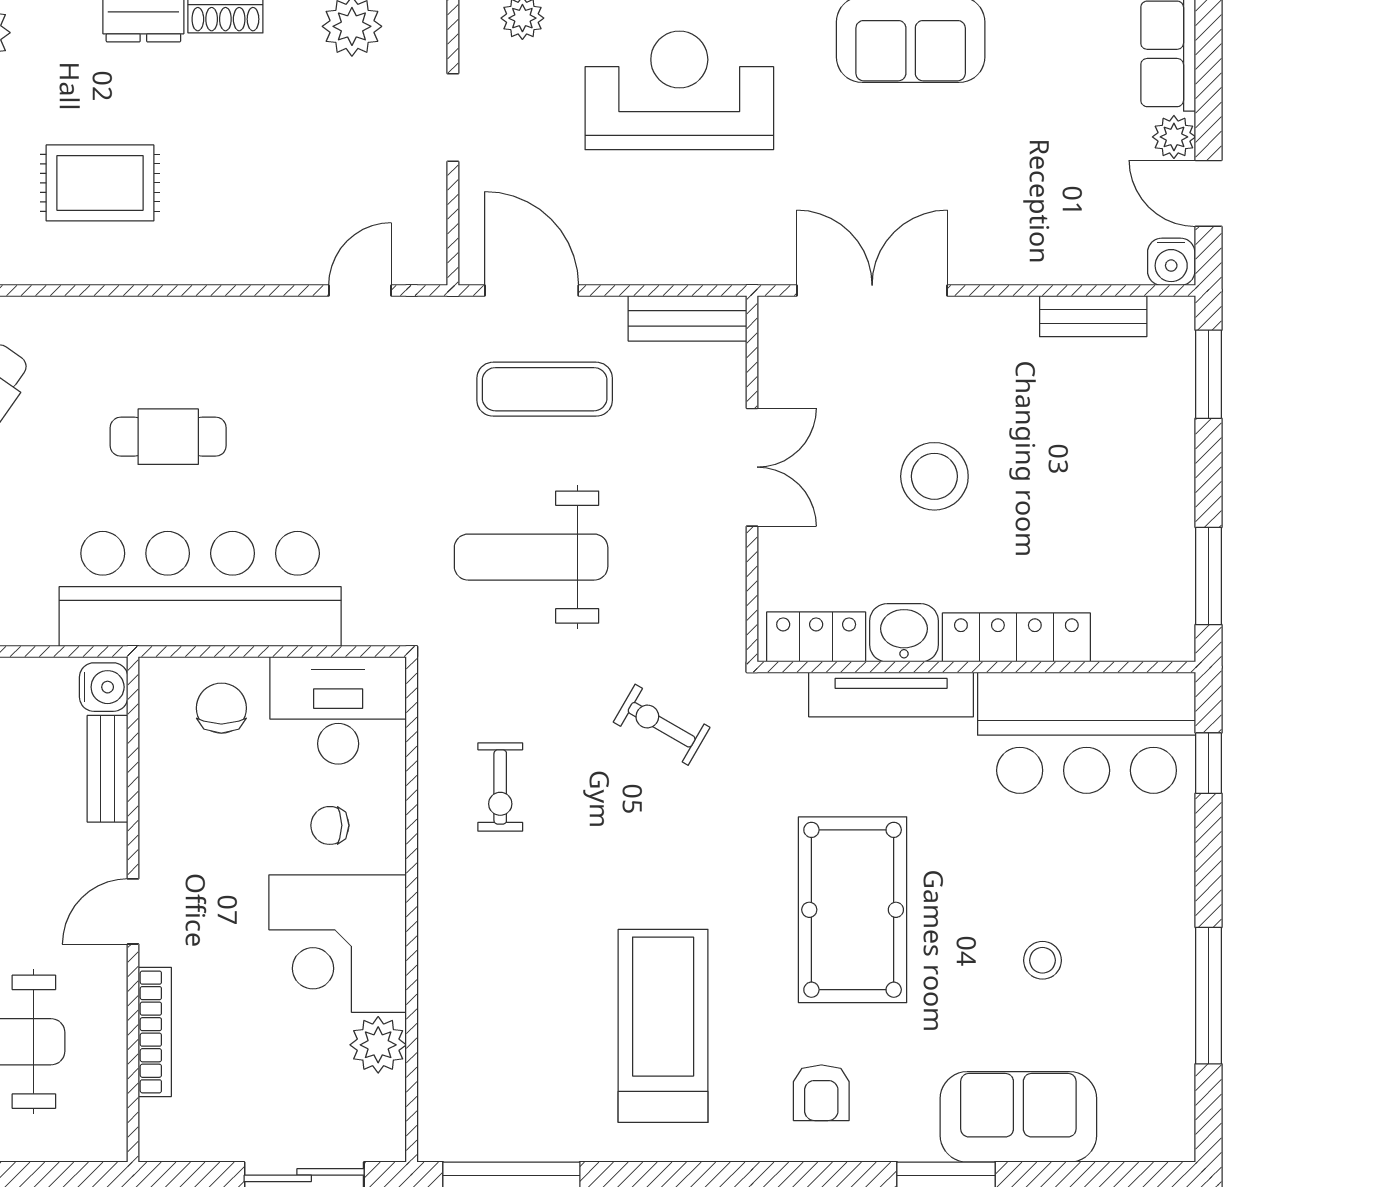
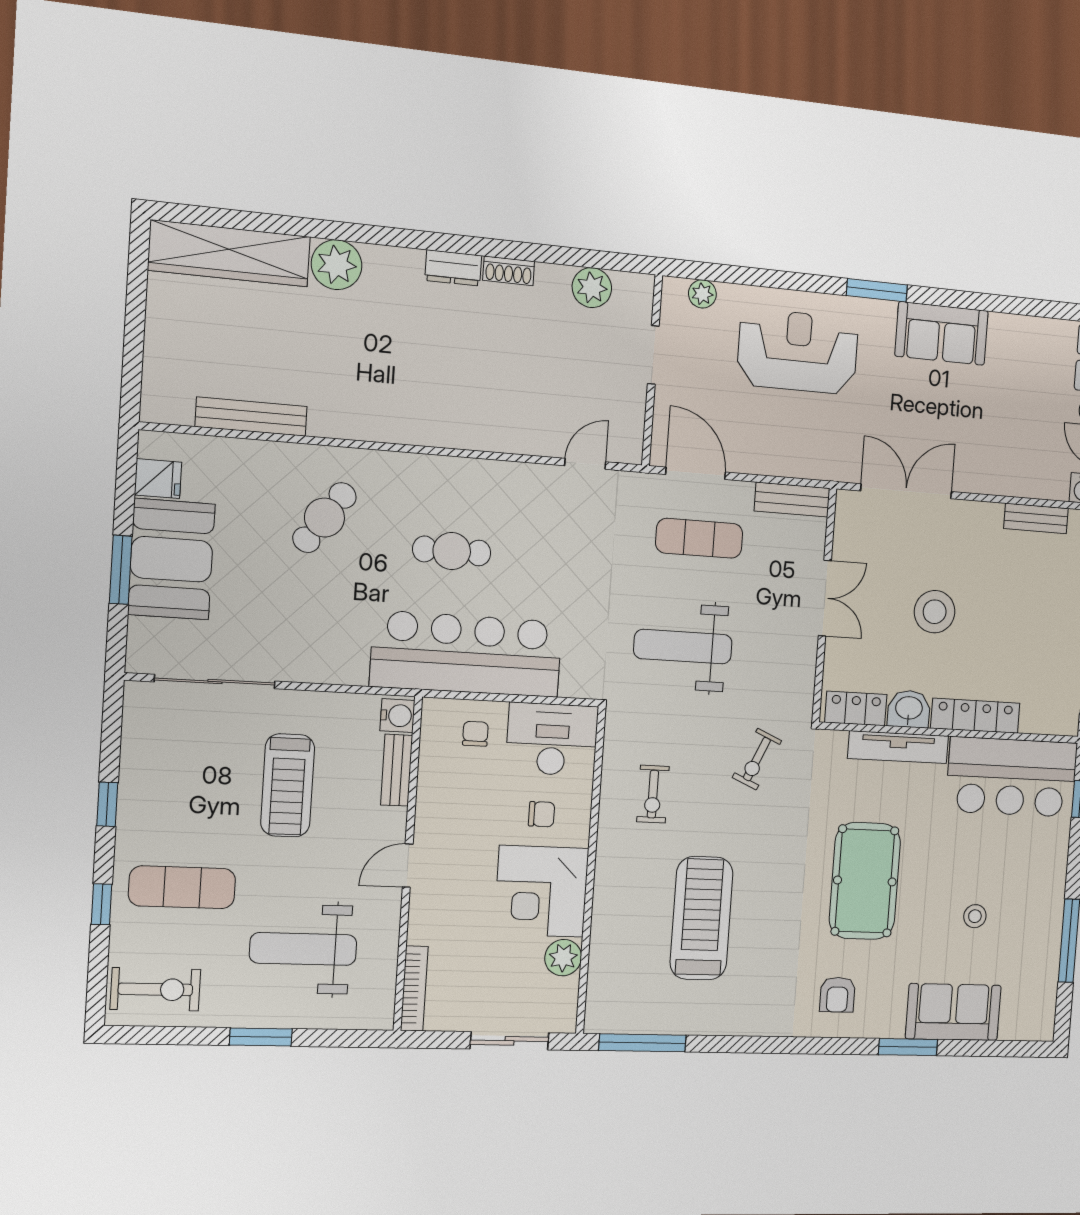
rug: (100, 183) -> (417, 376), removed
chair: (221, 708) -> (475, 734), width x0.73, depth x0.73
exercise bike: (662, 725) -> (757, 759), turned -96
chair: (330, 825) -> (542, 814), turned 180
treadmill: (663, 1026) -> (702, 918), moved
bookcase: (155, 1032) -> (414, 988), moved

